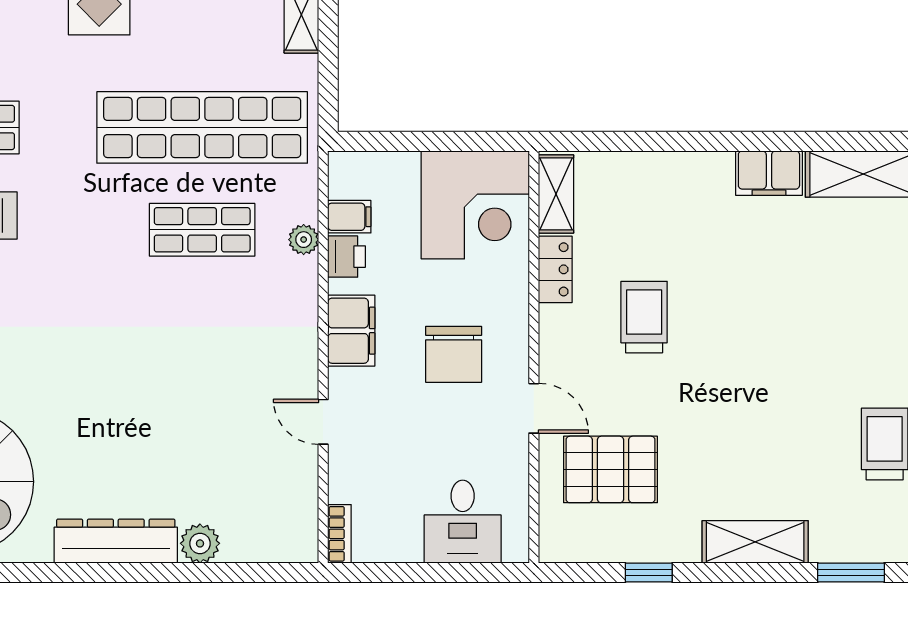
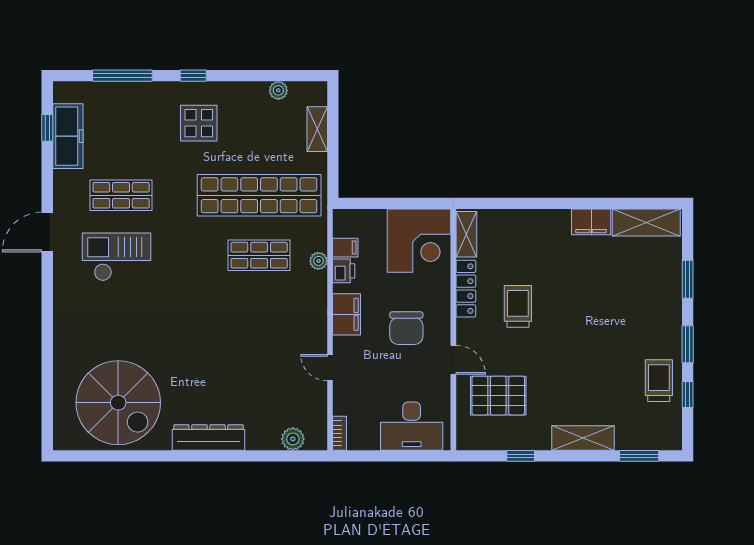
locker: (555, 269) -> (466, 289), width x1.53
desk: (463, 522) -> (412, 426), width x1.37
plant: (200, 543) -> (293, 439), moved

